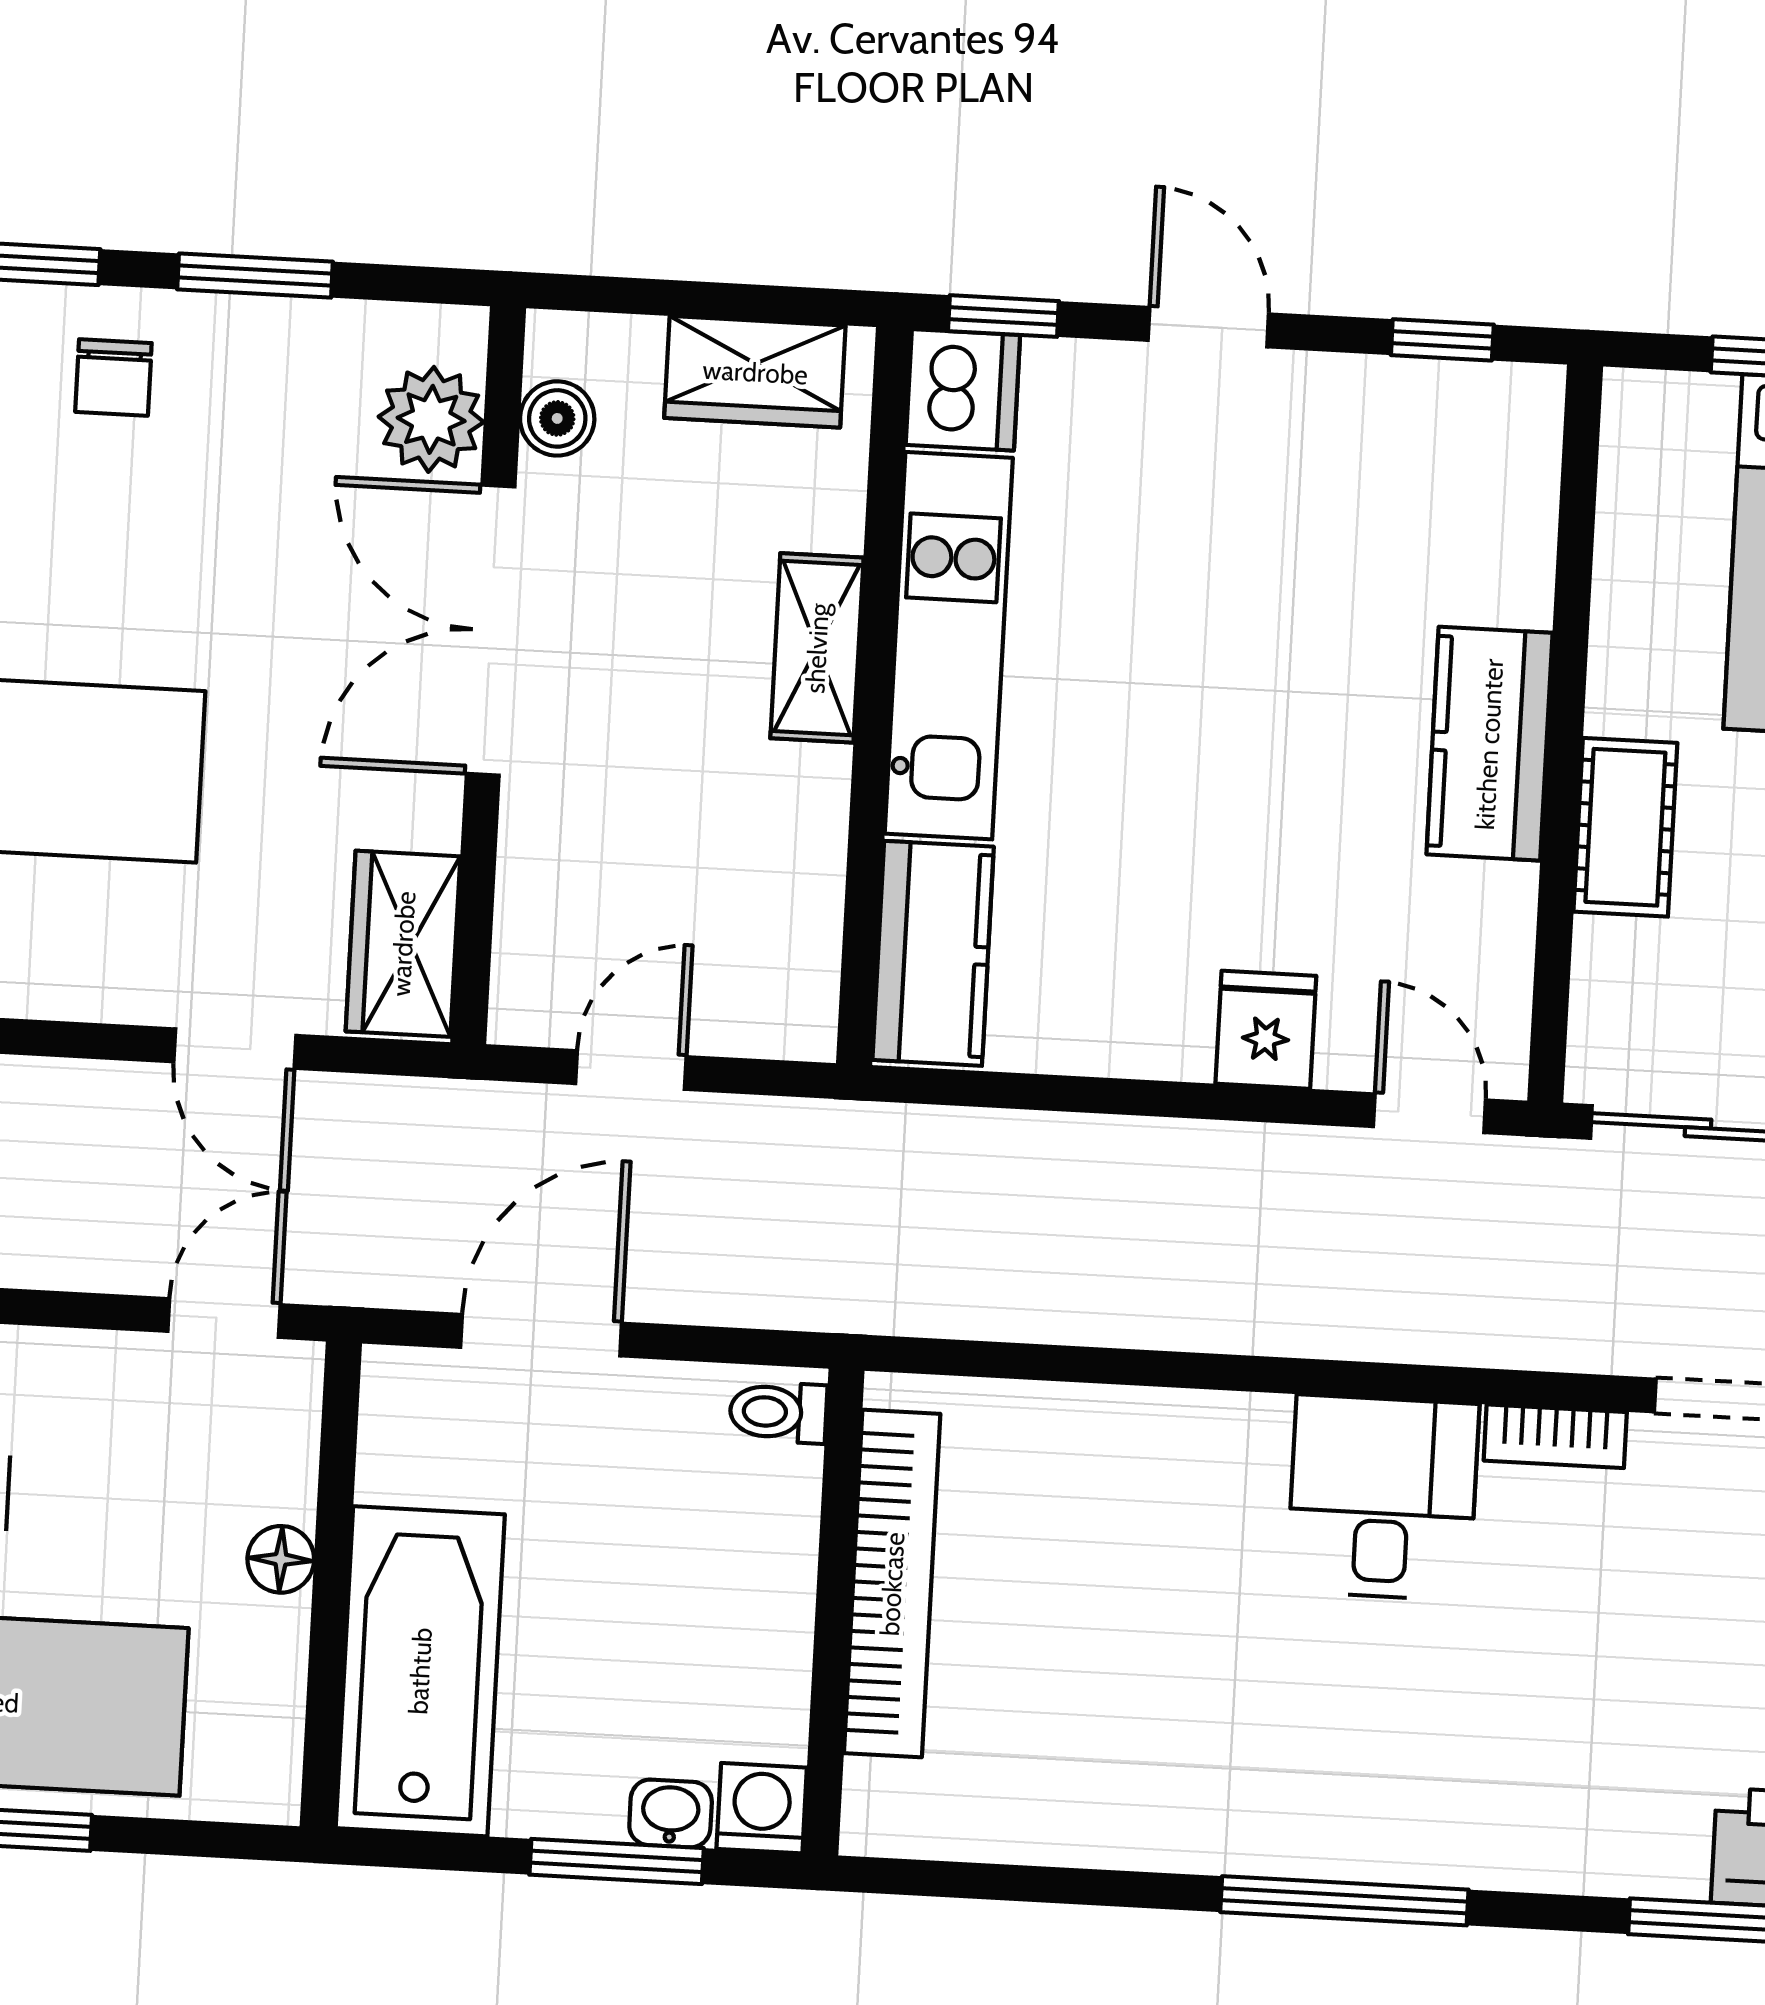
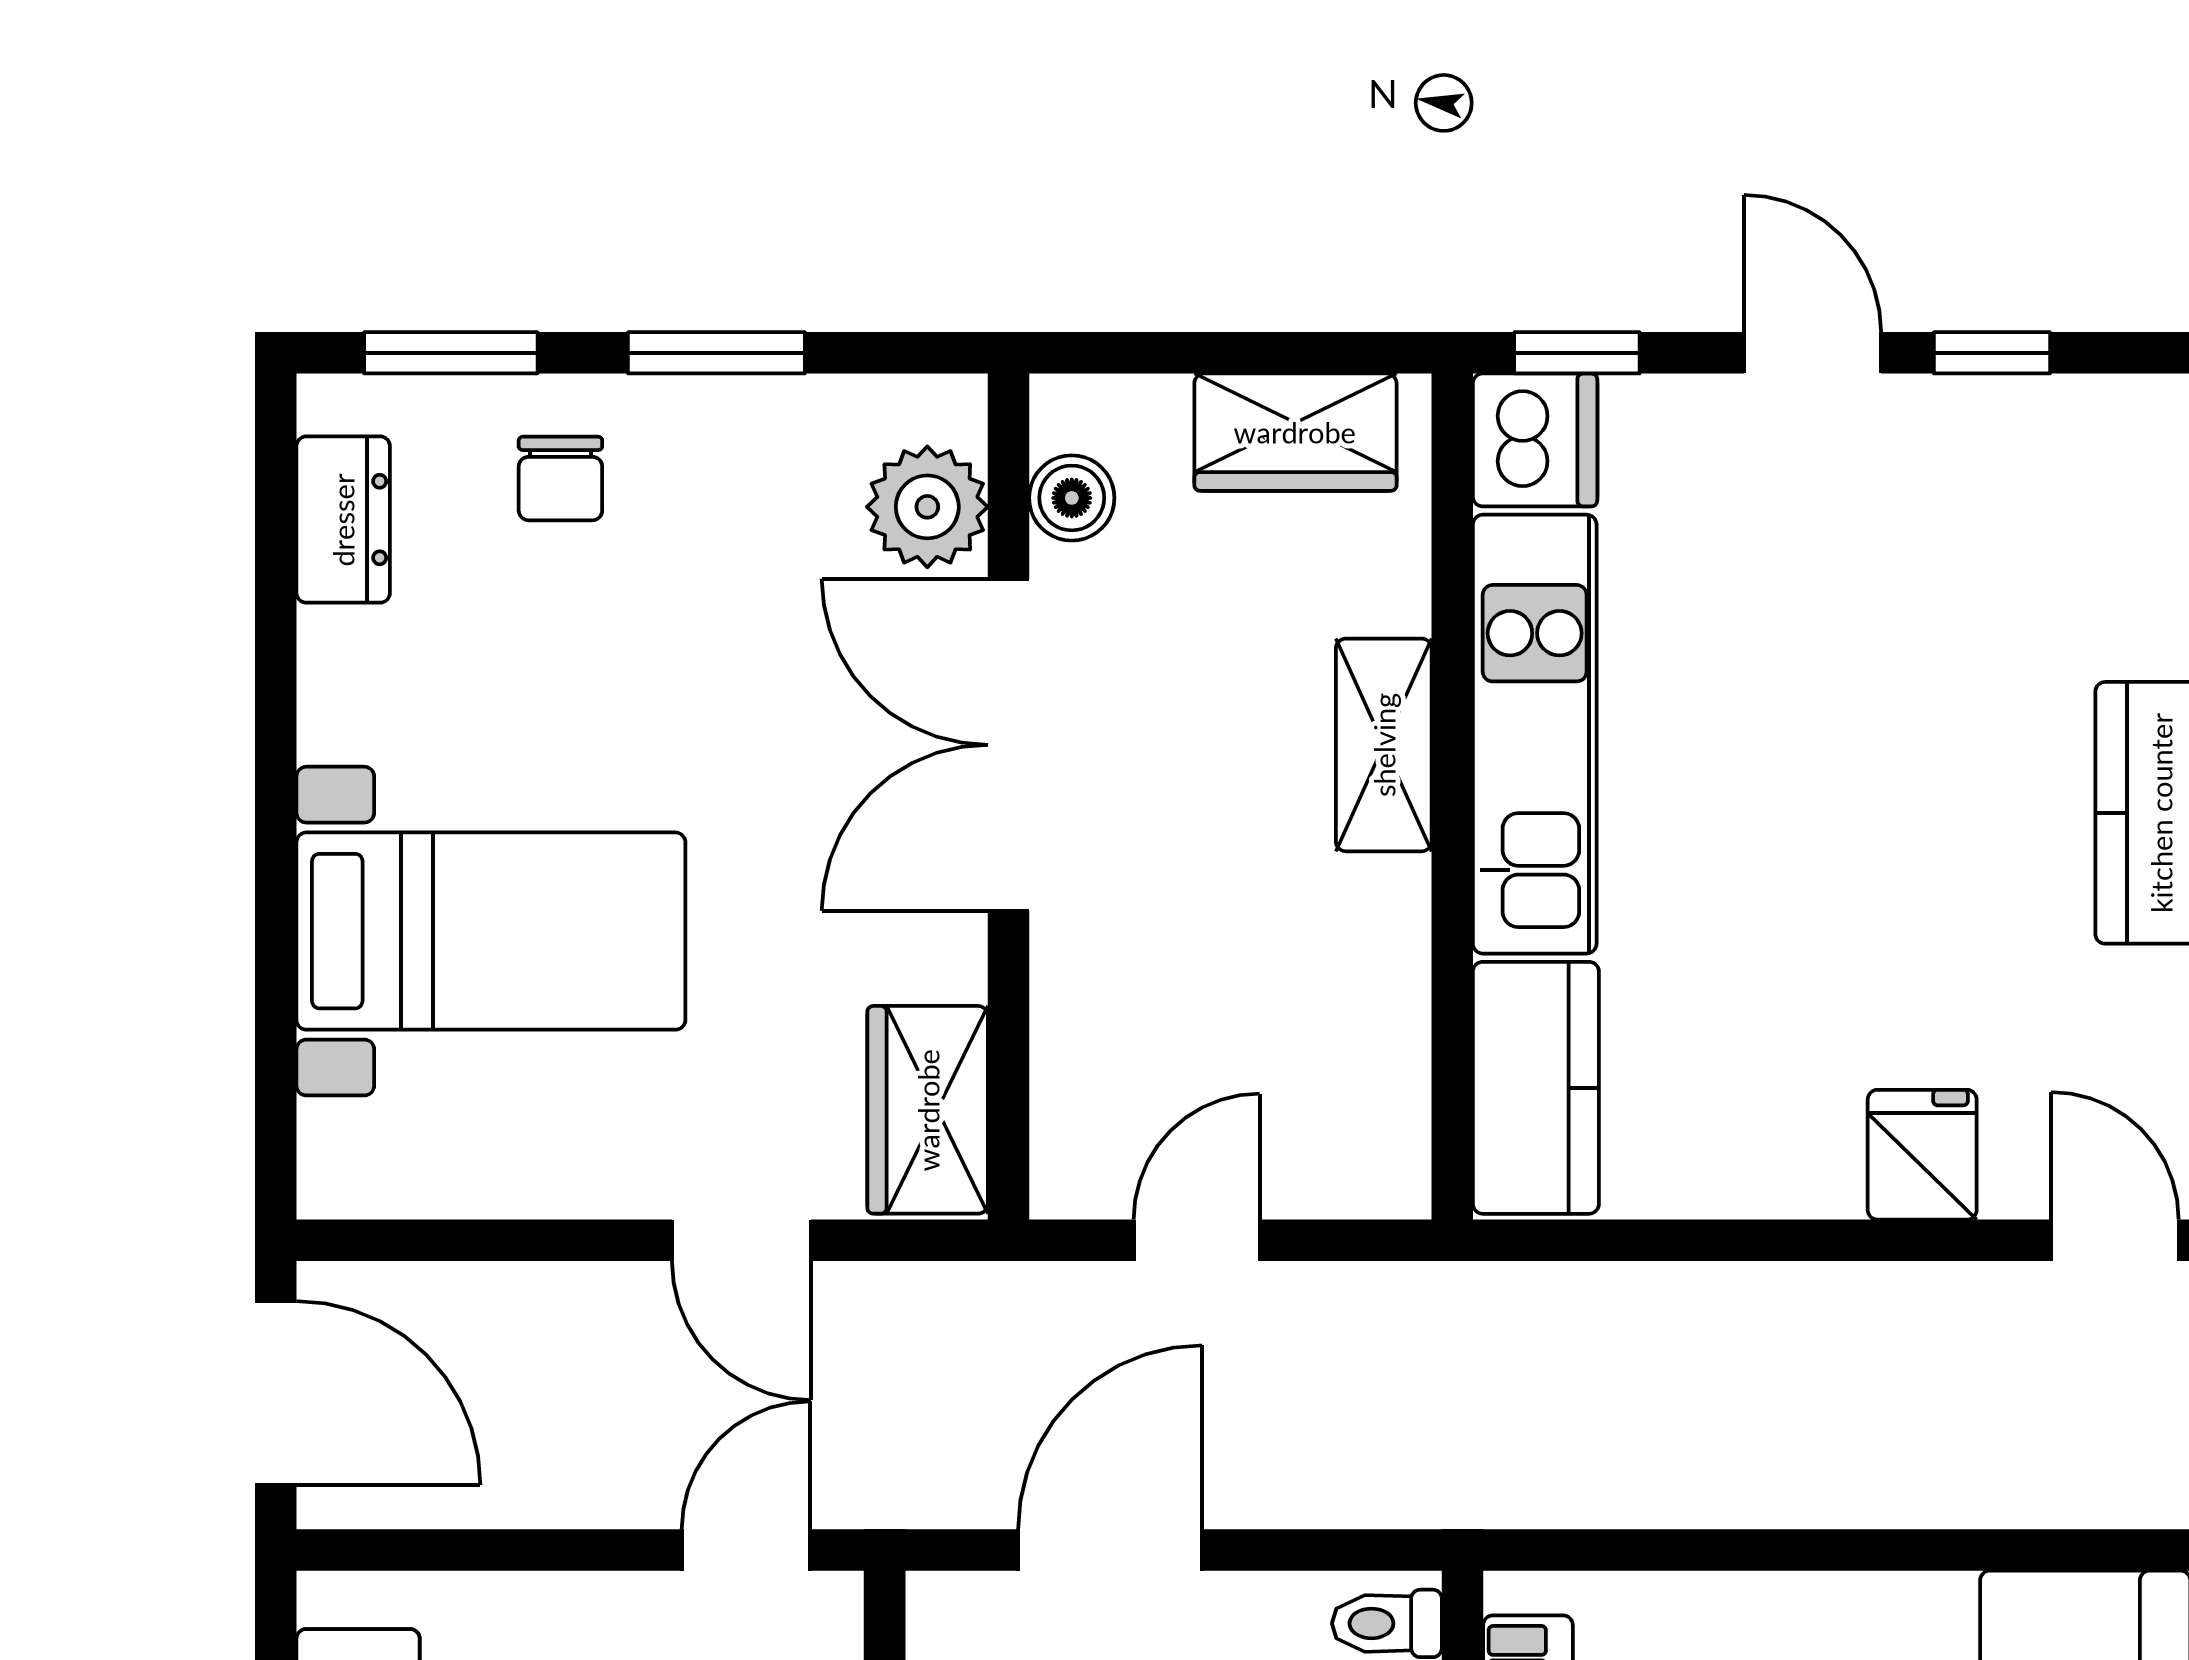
window: (1442, 340) -> (1992, 353), moved

